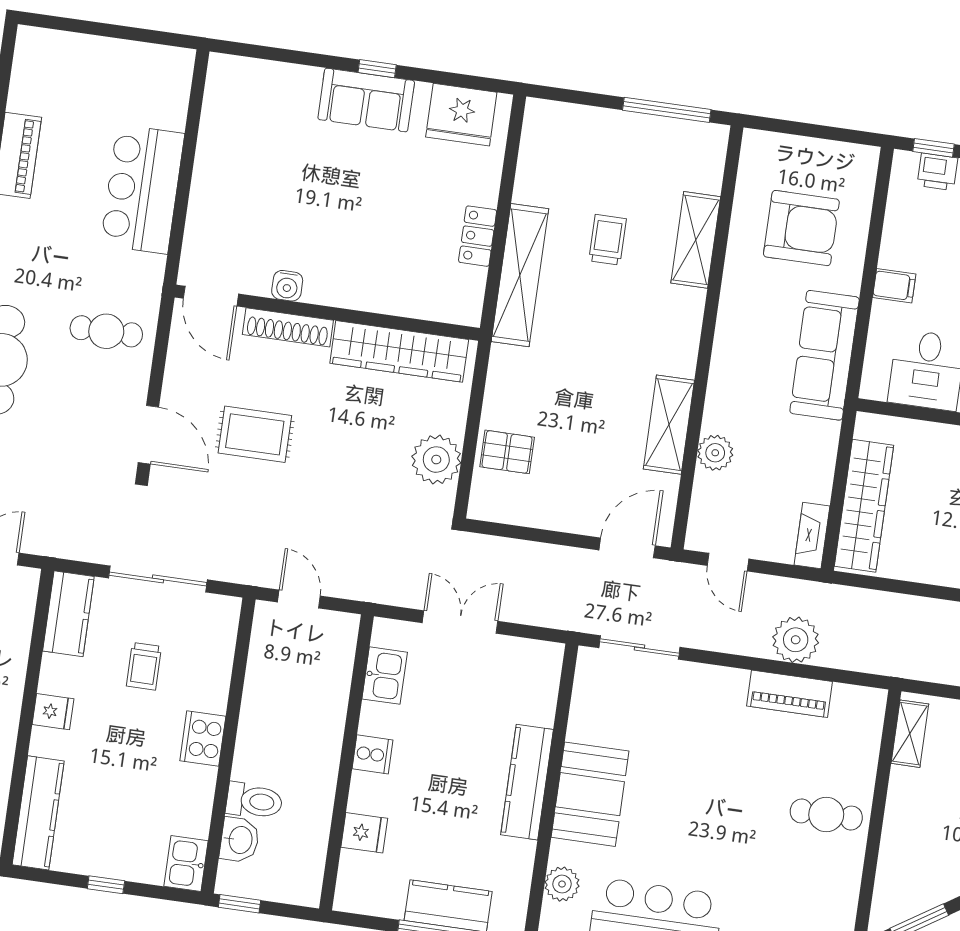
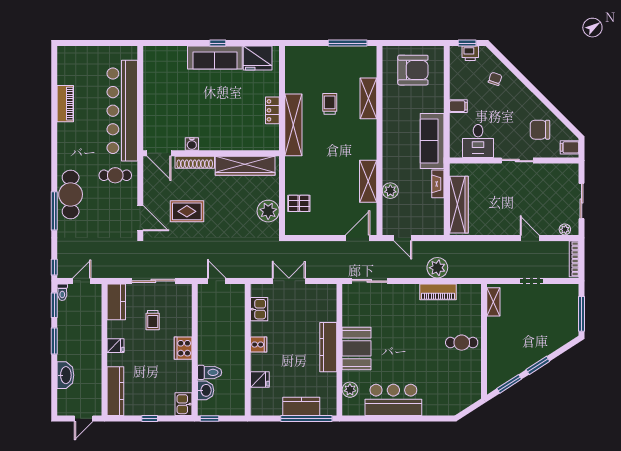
sofa: (366, 100) -> (215, 58), width x1.36
bar counter: (142, 189) -> (122, 111), width x1.86
armchair: (801, 228) -> (413, 70), moved
fireplace: (812, 536) -> (438, 184), moved

